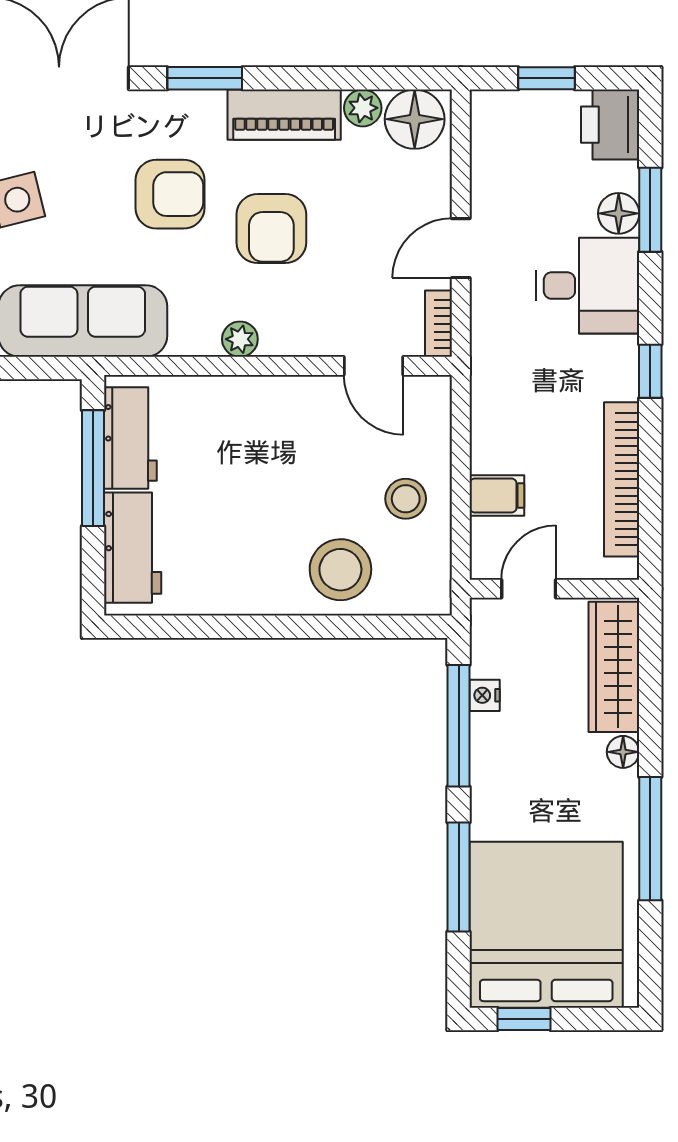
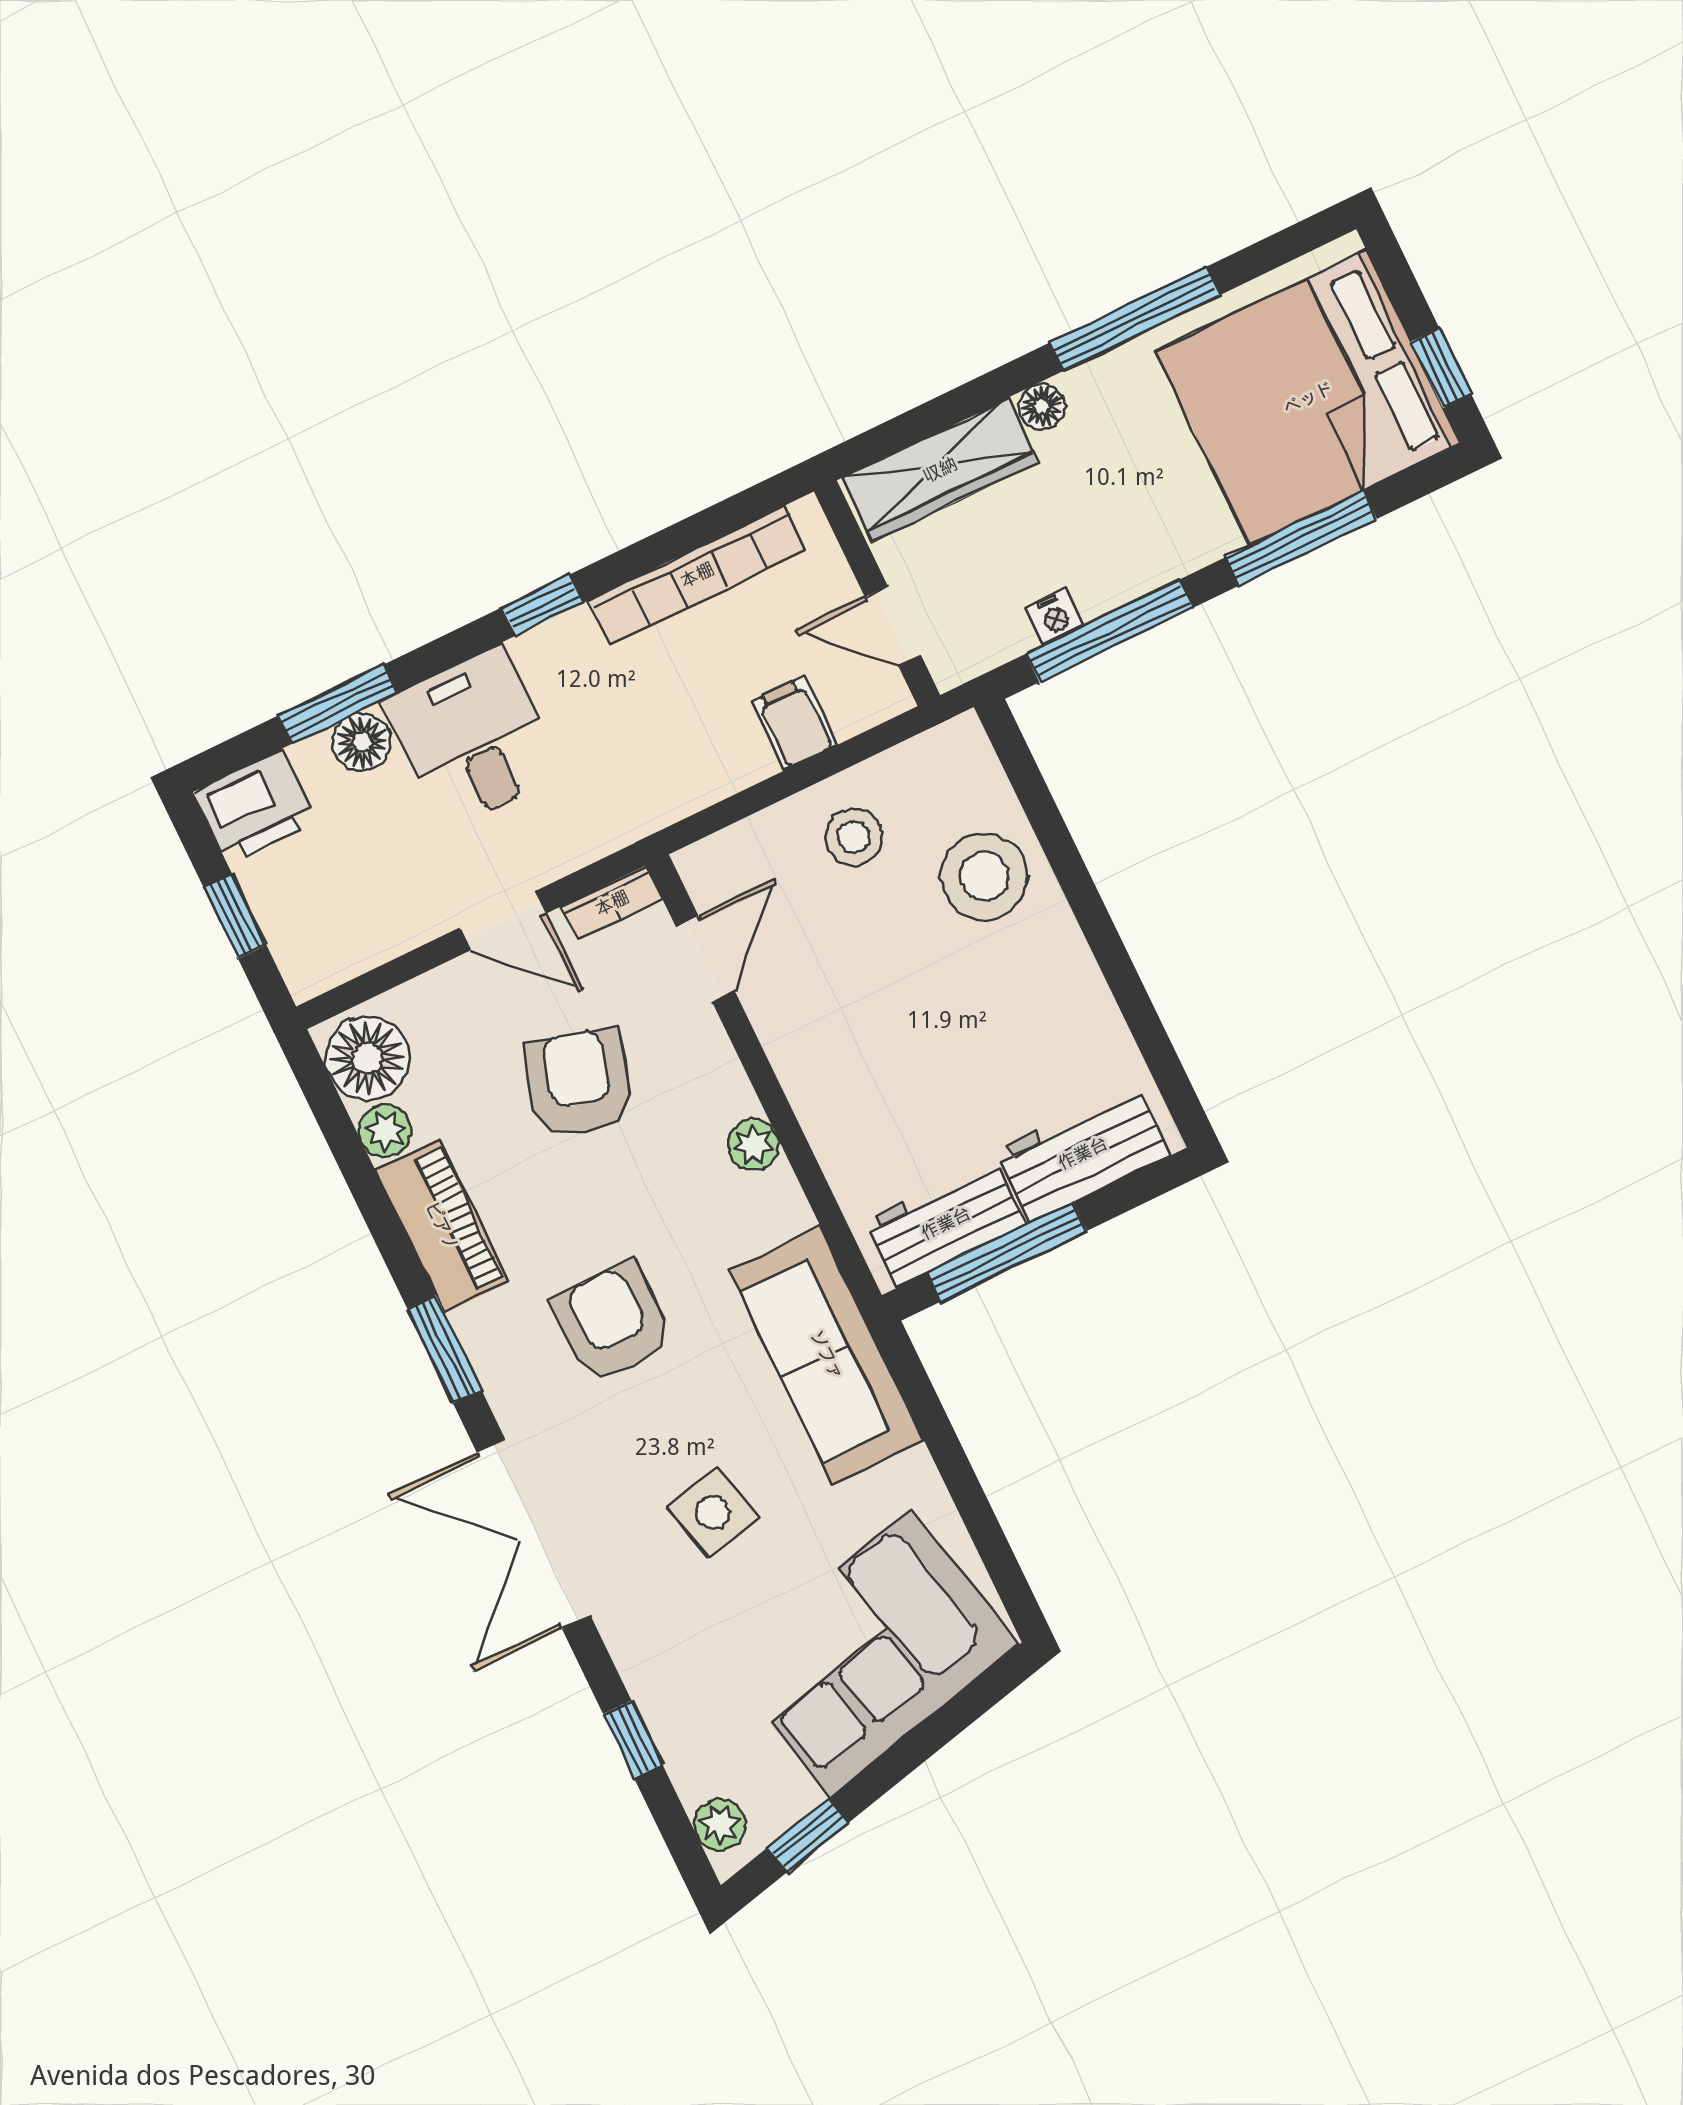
armchair: (271, 229) -> (579, 1083), moved, turned -74

